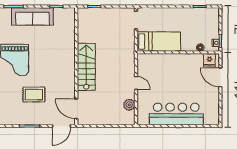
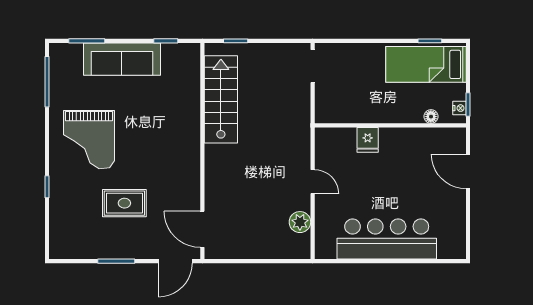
bed: (159, 42) -> (426, 64), moved, turned 180
fridge: (209, 60) -> (368, 140), moved
stairs: (86, 67) -> (221, 99), moved

